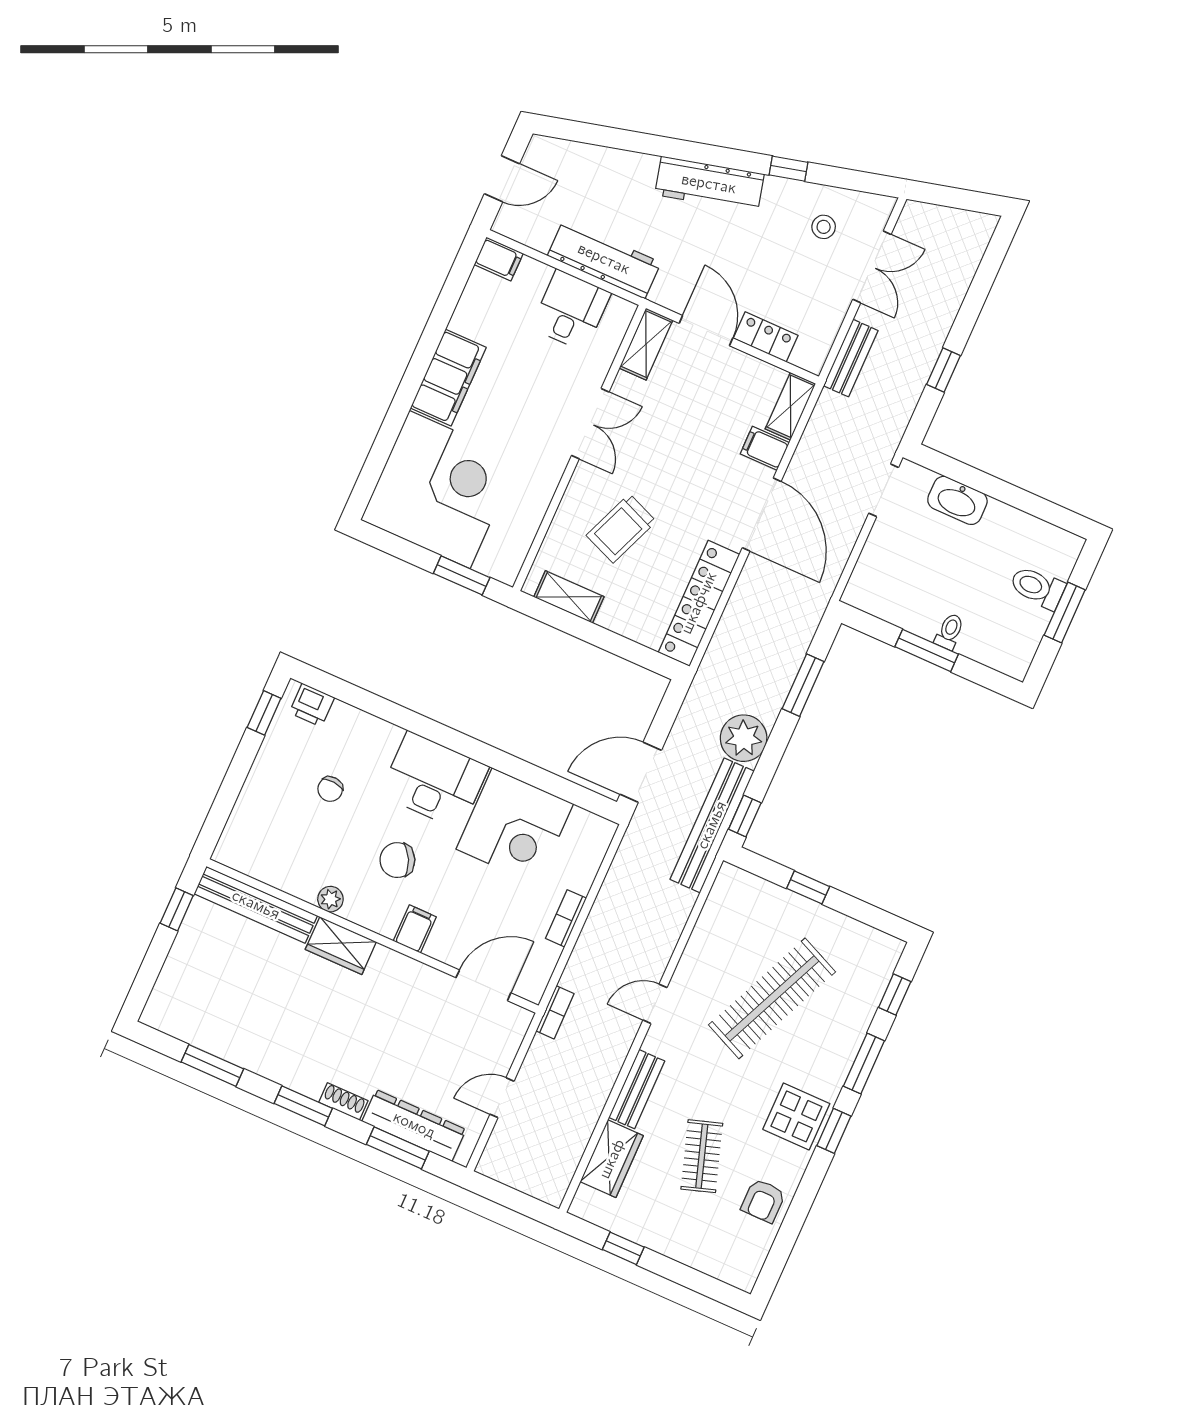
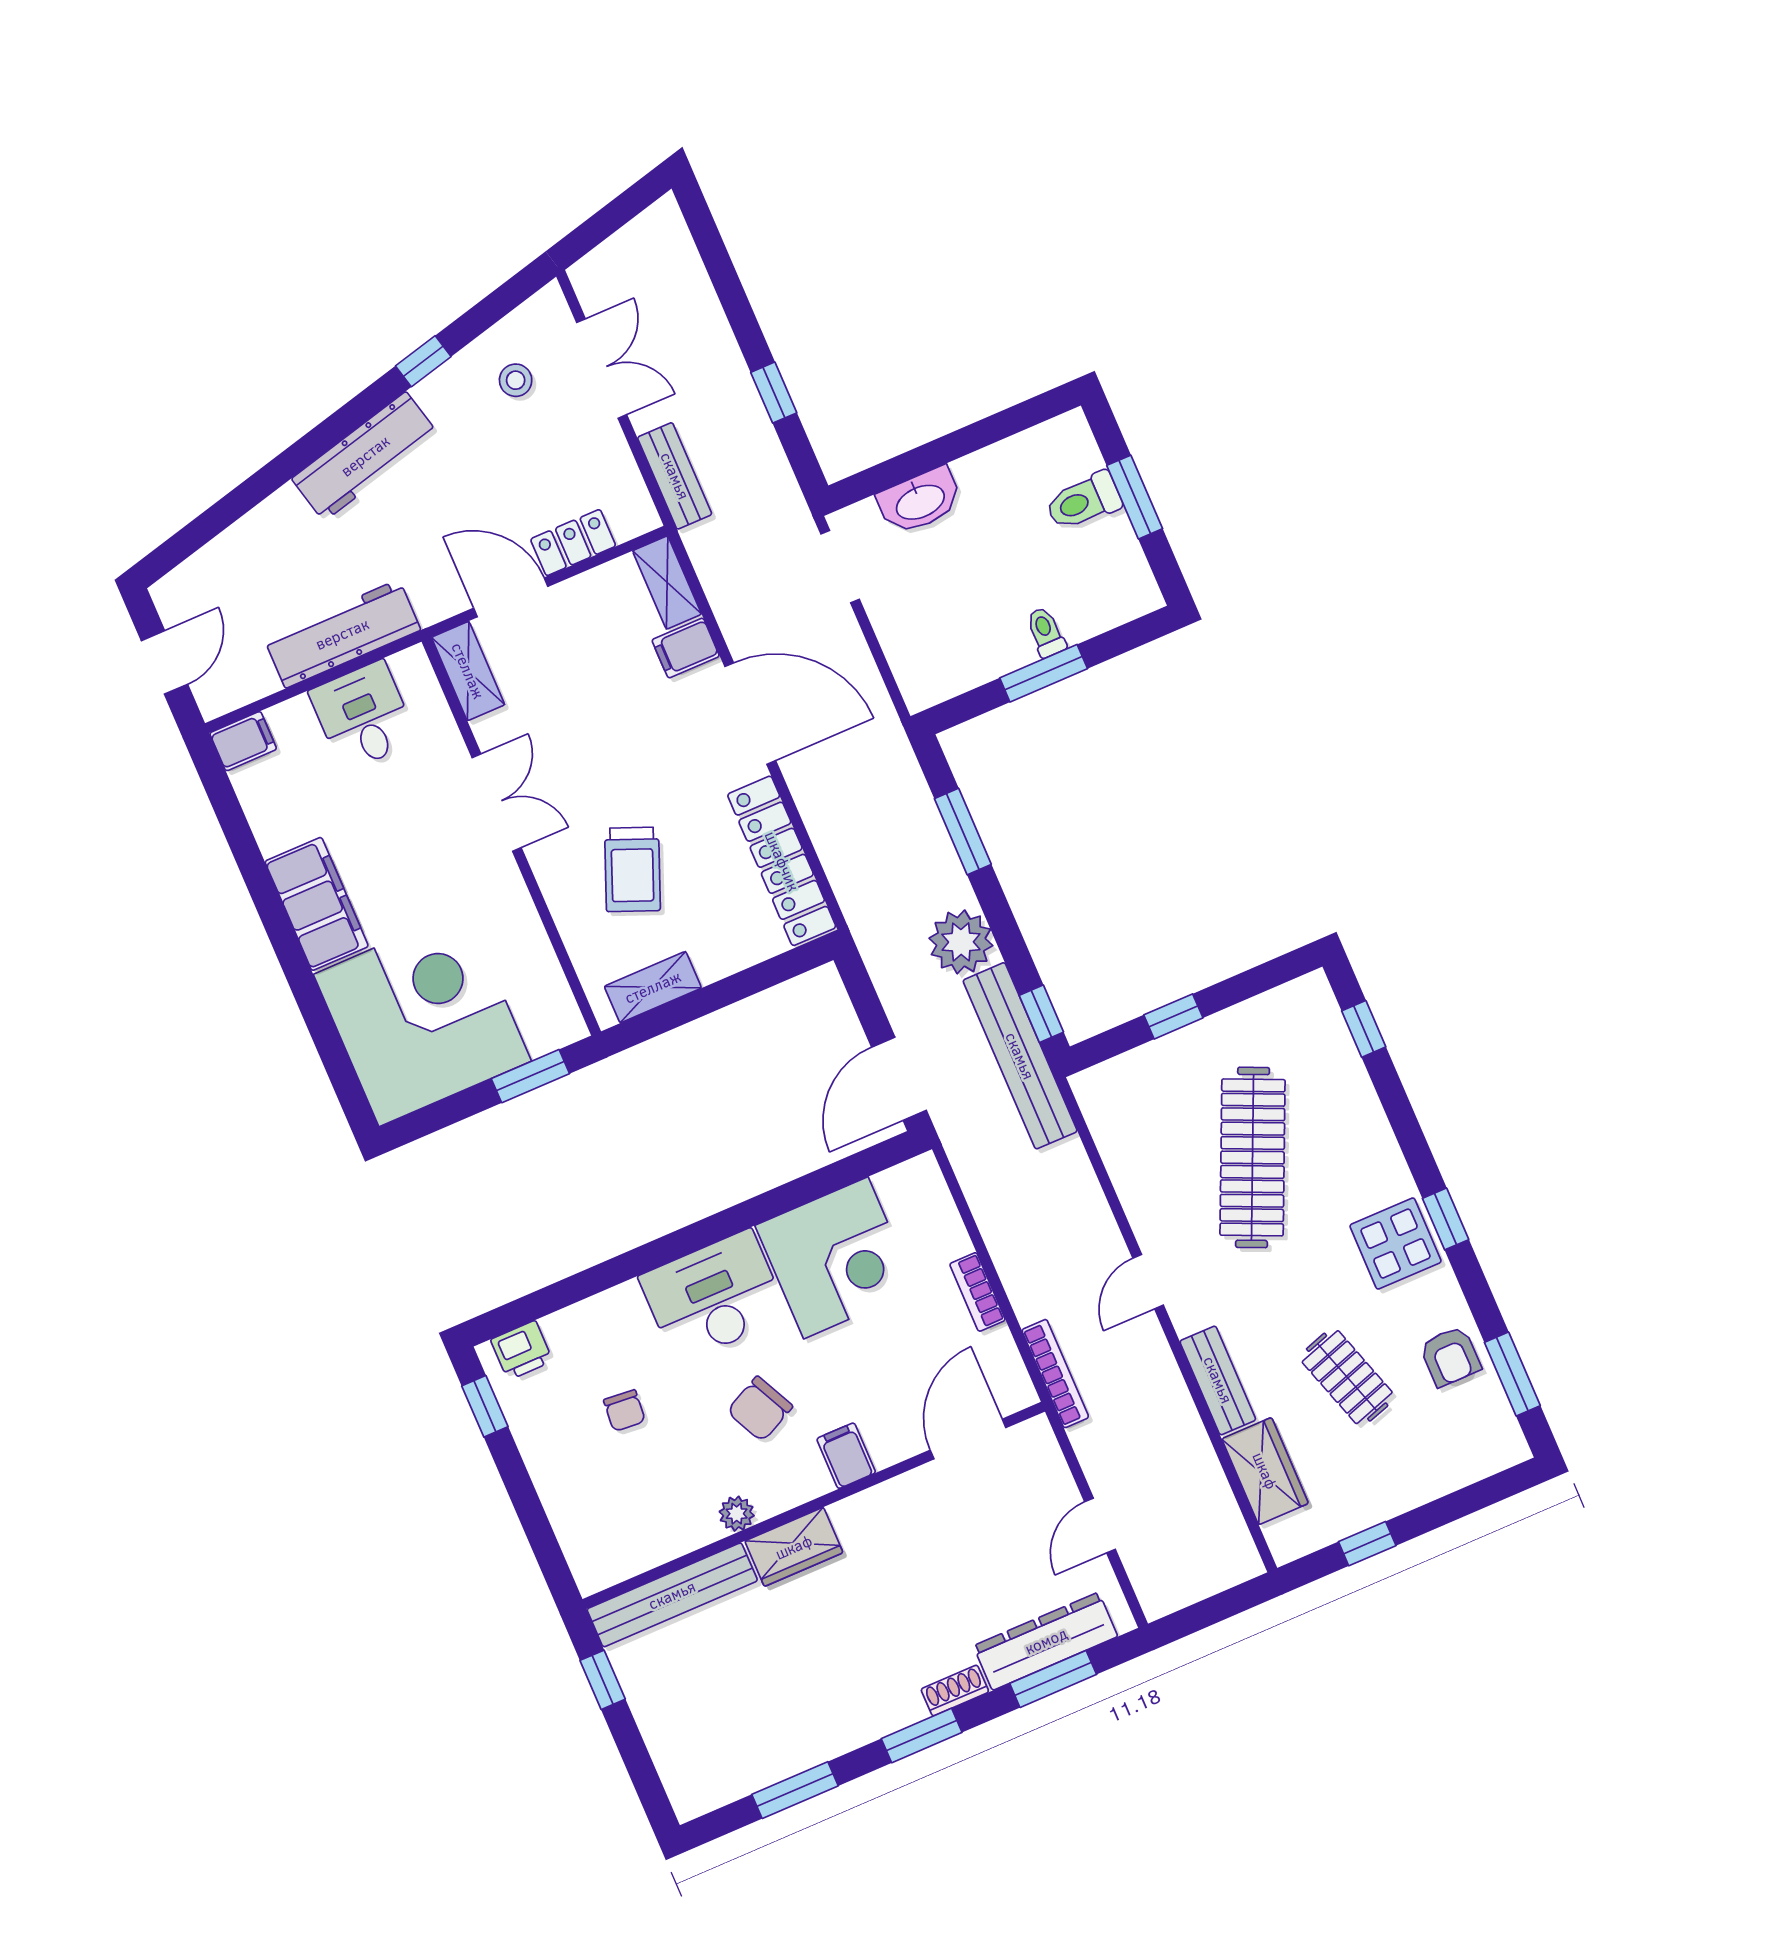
bookcase: (555, 1012) -> (1055, 1374), width x1.56
window: (864, 1063) -> (1512, 1374), moved

